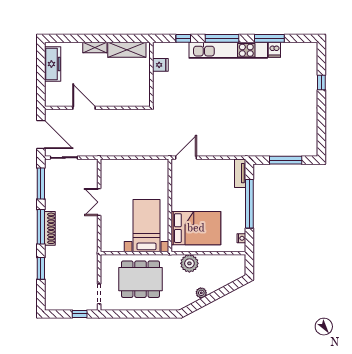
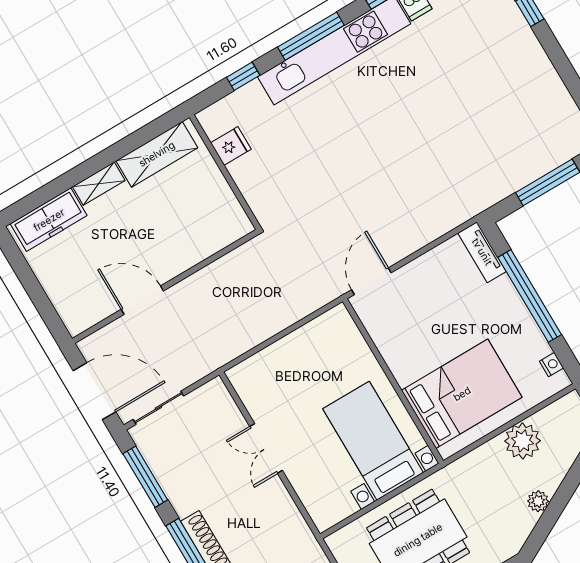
freezer: (53, 64) -> (49, 220), moved, turned 90
plant: (189, 263) -> (523, 441), moved

